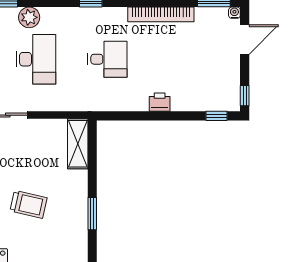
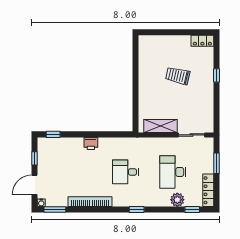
window: (245, 96) -> (34, 158), moved
shelving: (78, 144) -> (160, 126), moved, turned 90
window: (92, 214) -> (135, 70), removed

